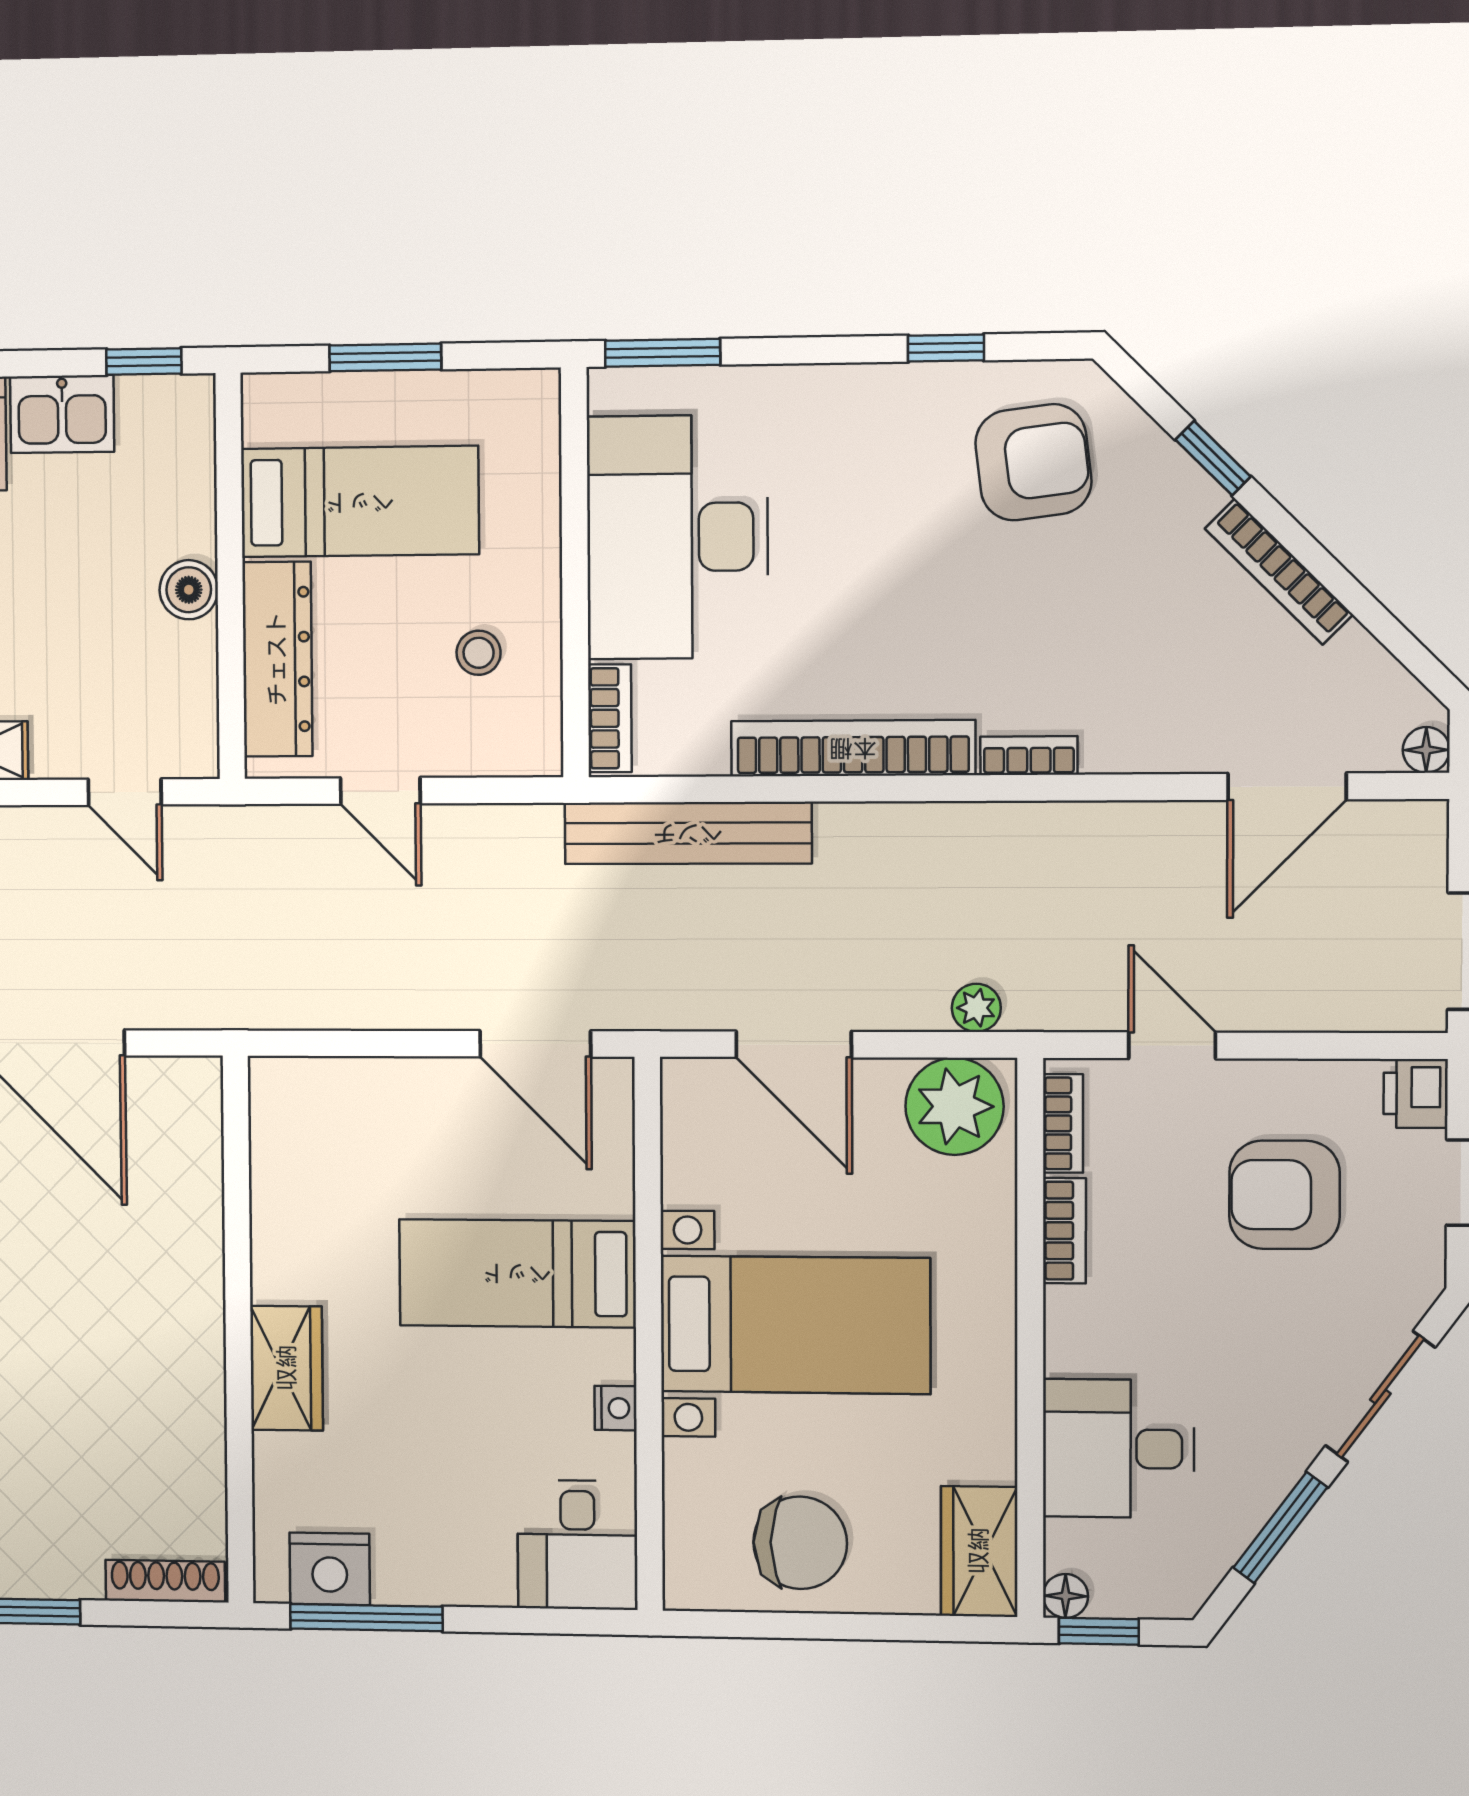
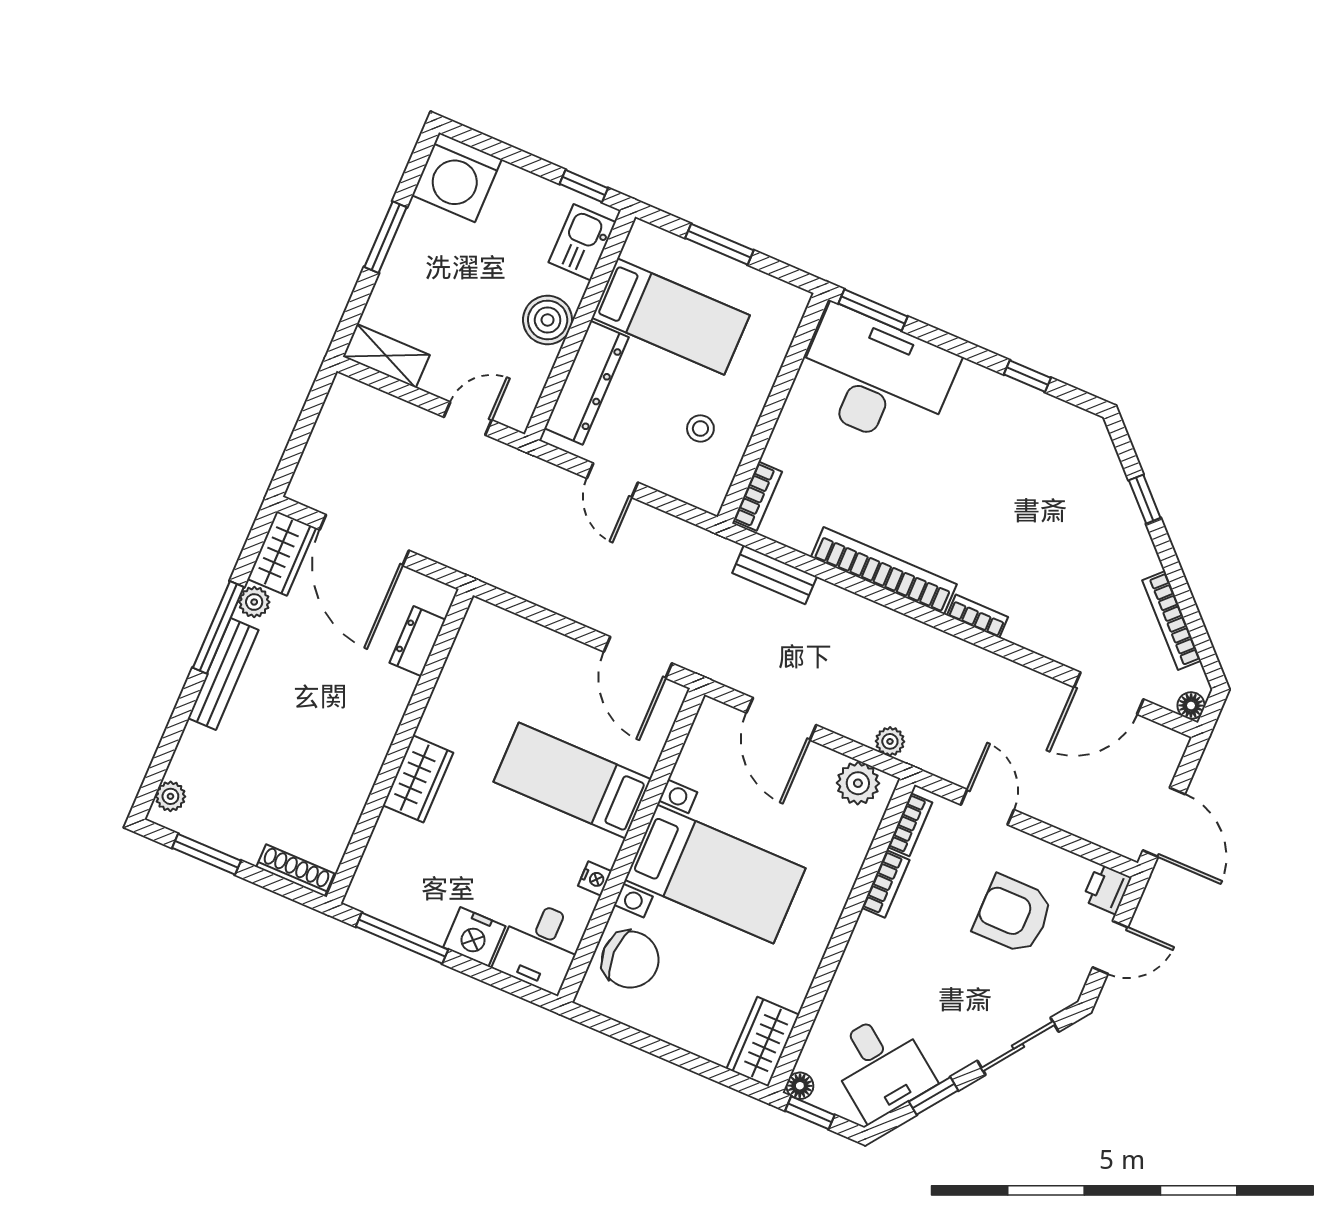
kitchen sink: (62, 414) -> (582, 242), moved, turned 90
armchair: (1033, 462) -> (1048, 459), removed
desk: (677, 537) -> (876, 378), moved, turned 90
bookcase: (1279, 572) -> (1172, 620), moved
boiler: (189, 590) -> (548, 320), width x1.36, depth x1.36
door: (125, 792) -> (468, 418), swing flipped
bench: (688, 833) -> (775, 575), width x0.54, depth x0.82
plant: (955, 1106) -> (858, 783), width x0.73, depth x0.73
dresser: (196, 1161) -> (418, 641), added
desk: (1118, 1449) -> (881, 1066), moved, turned -144
window: (1280, 1528) -> (933, 1096), width x0.67
chair: (800, 1543) -> (630, 960), moved
nightstand: (330, 1569) -> (474, 937), moved

